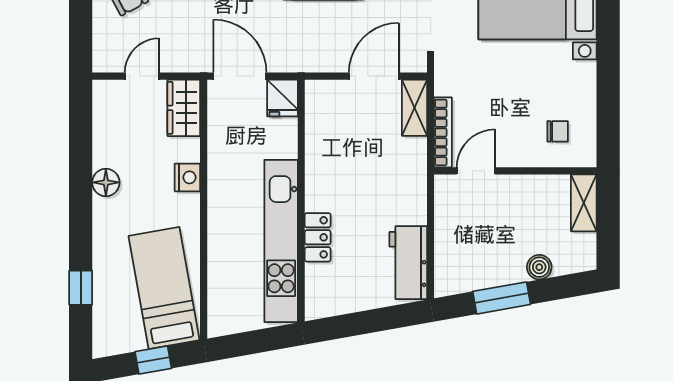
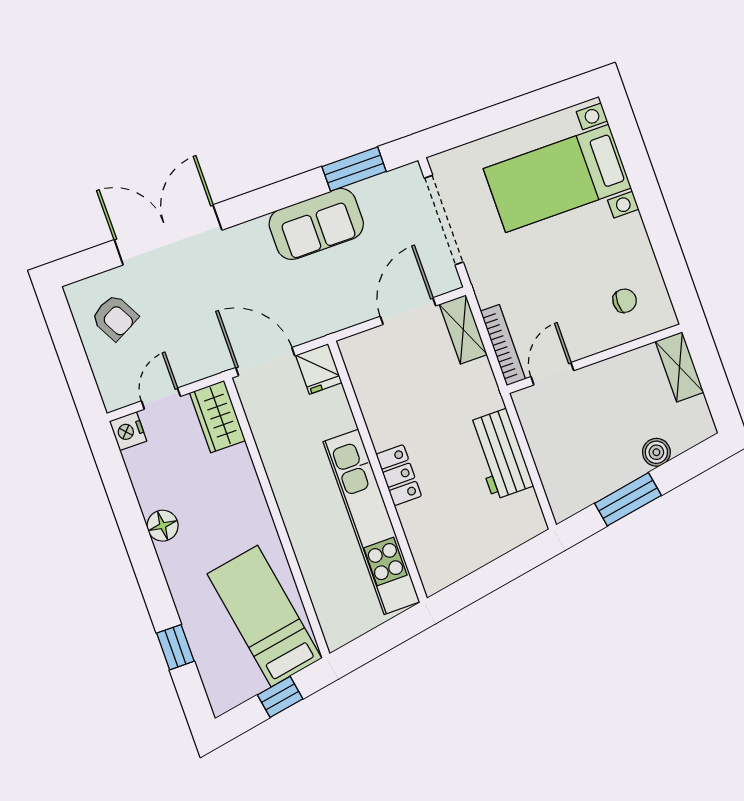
nightstand: (187, 177) -> (128, 431), moved, turned 180
locker: (318, 237) -> (399, 475), moved
workbench: (408, 263) -> (500, 454), moved

